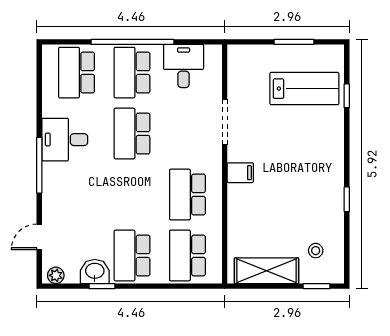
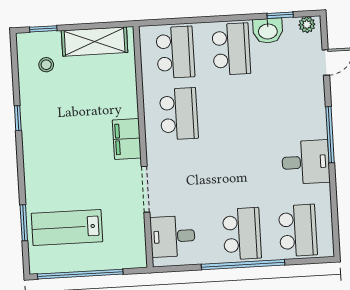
window: (294, 42) -> (80, 274), width x2.11
desk: (184, 66) -> (173, 236), moved, turned 90
window: (347, 96) -> (24, 223), width x1.50
school desk: (132, 134) -> (238, 172), removed
filing cabinet: (240, 173) -> (127, 139), width x2.00
window: (102, 286) -> (280, 15), moved

